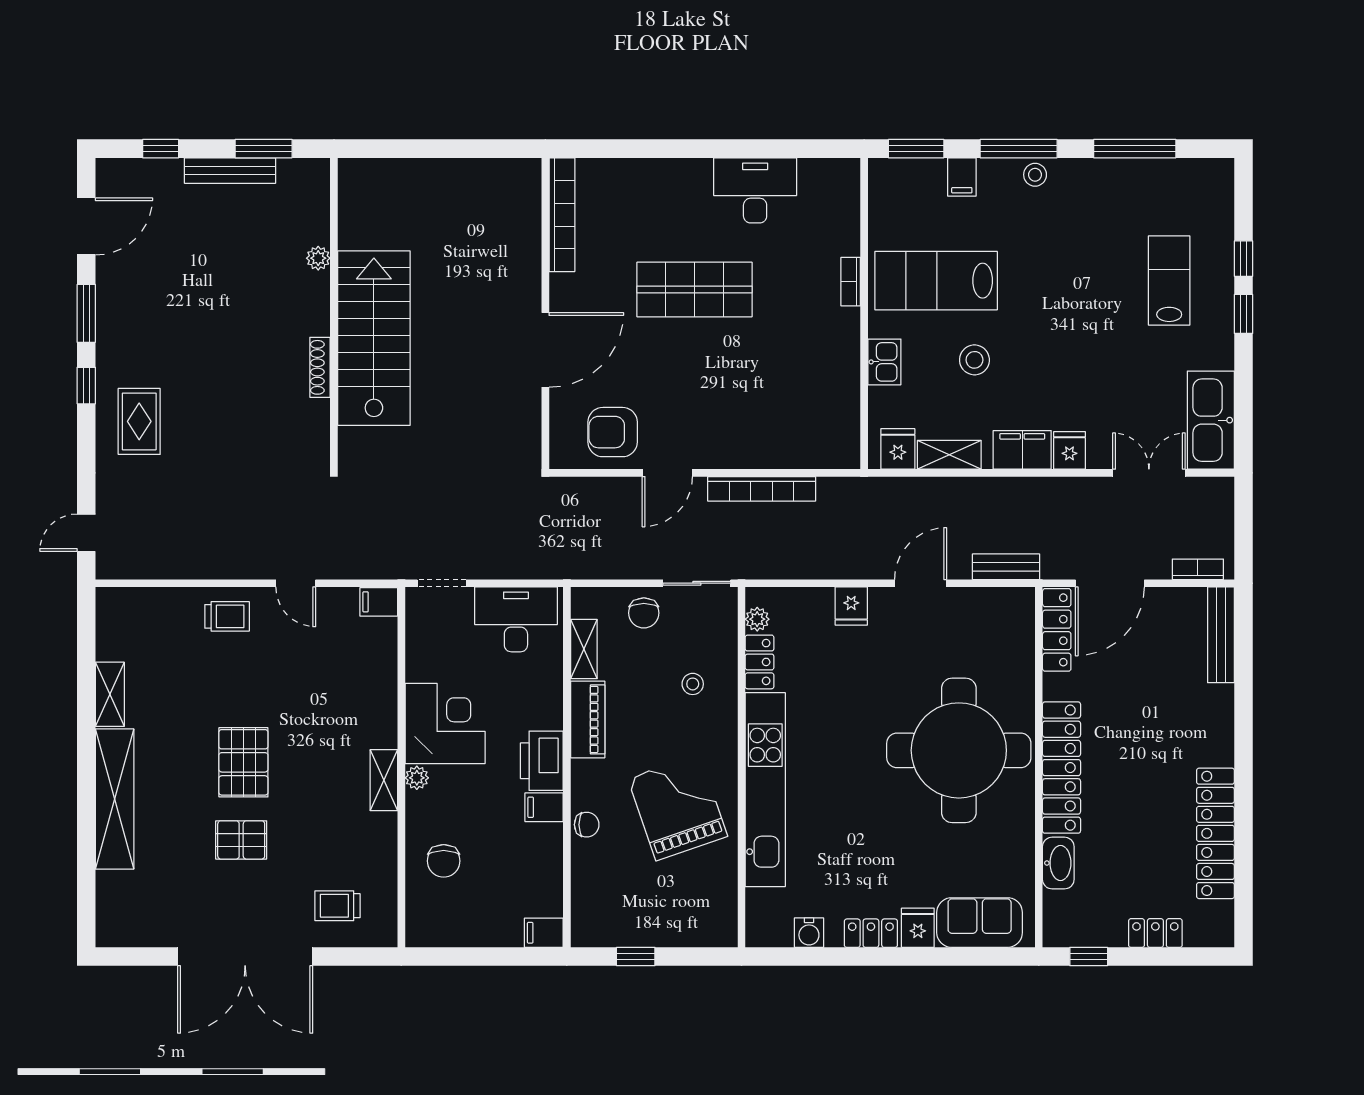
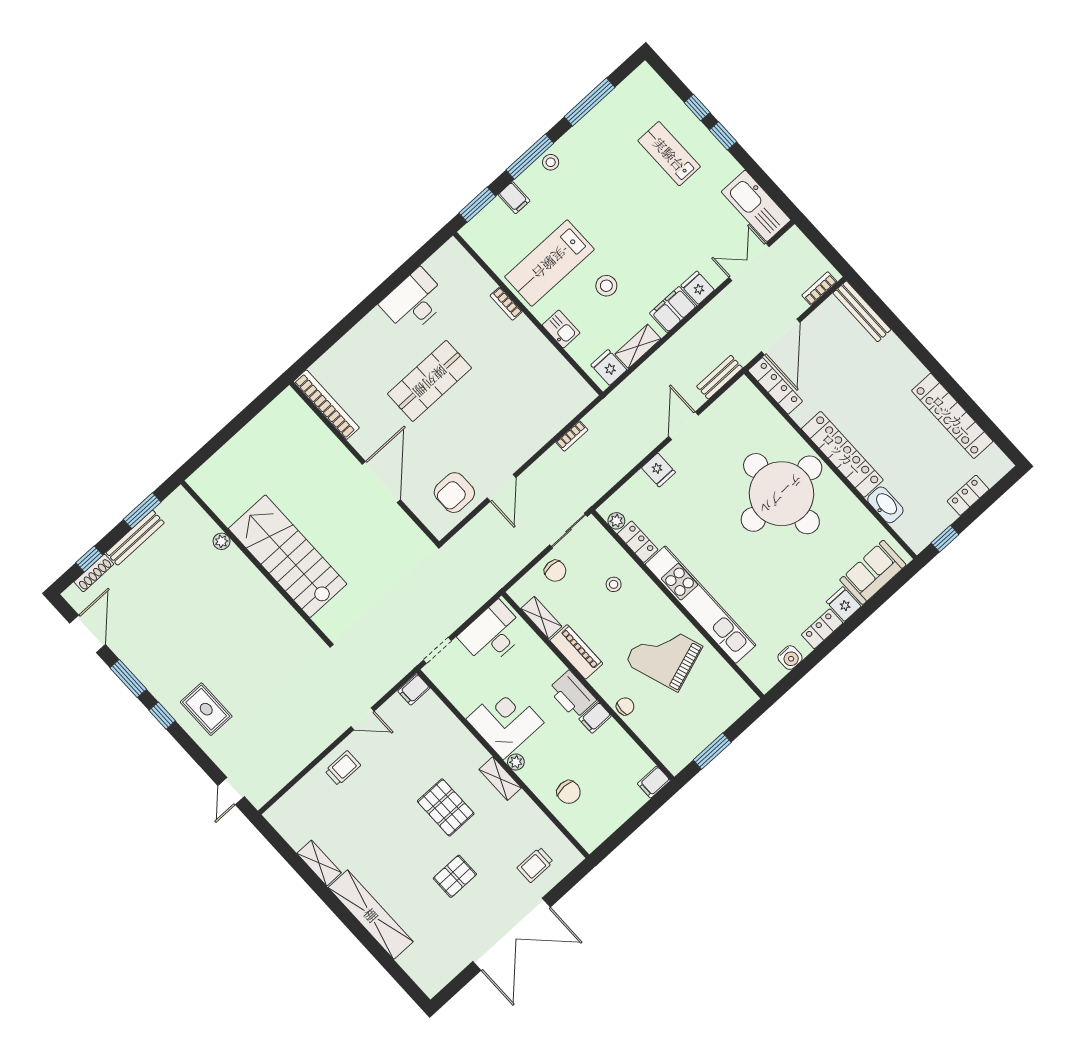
shoe rack: (320, 367) -> (94, 573), moved, turned -90
bookcase: (762, 489) -> (572, 436), width x0.43, depth x0.76
pallet: (243, 762) -> (446, 807), moved
window: (636, 957) -> (712, 751), width x1.50

